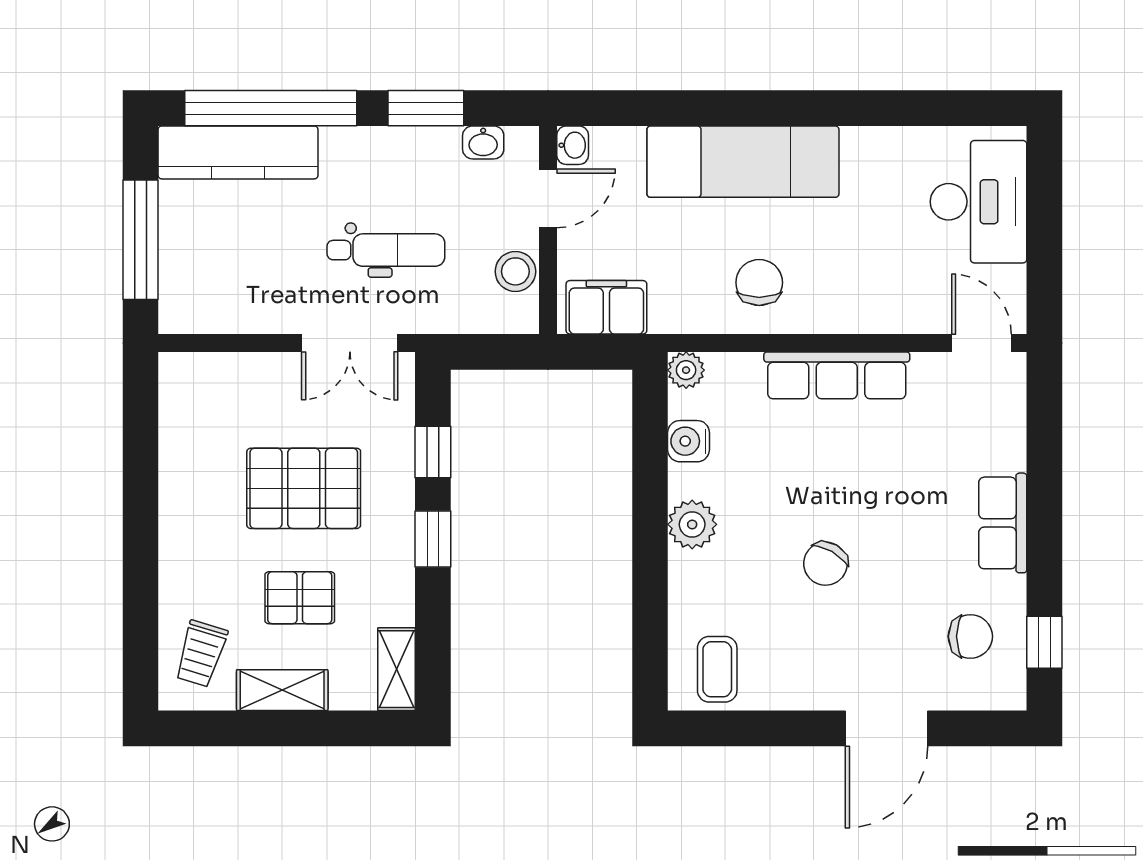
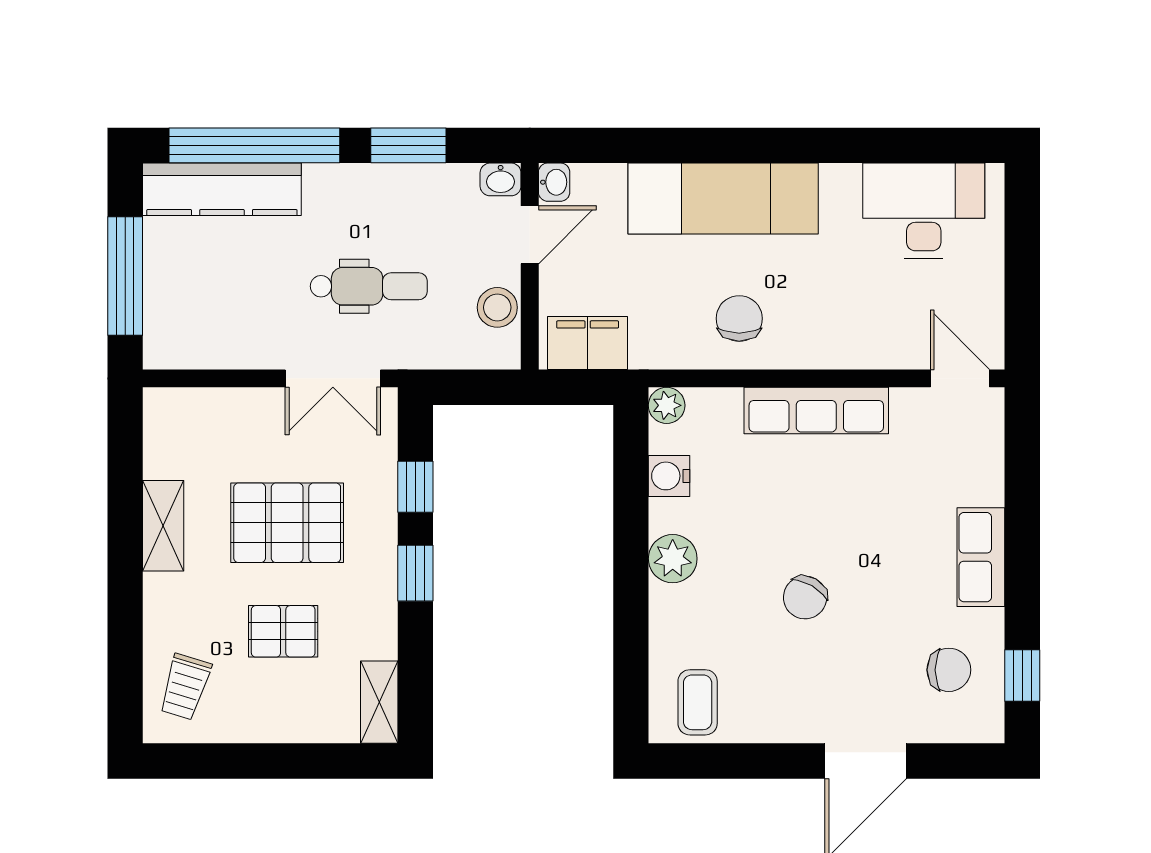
washbasin: (483, 142) -> (501, 179), moved
desk: (978, 202) -> (924, 211), moved, turned -90
shelving: (282, 690) -> (163, 526), moved, turned 90

